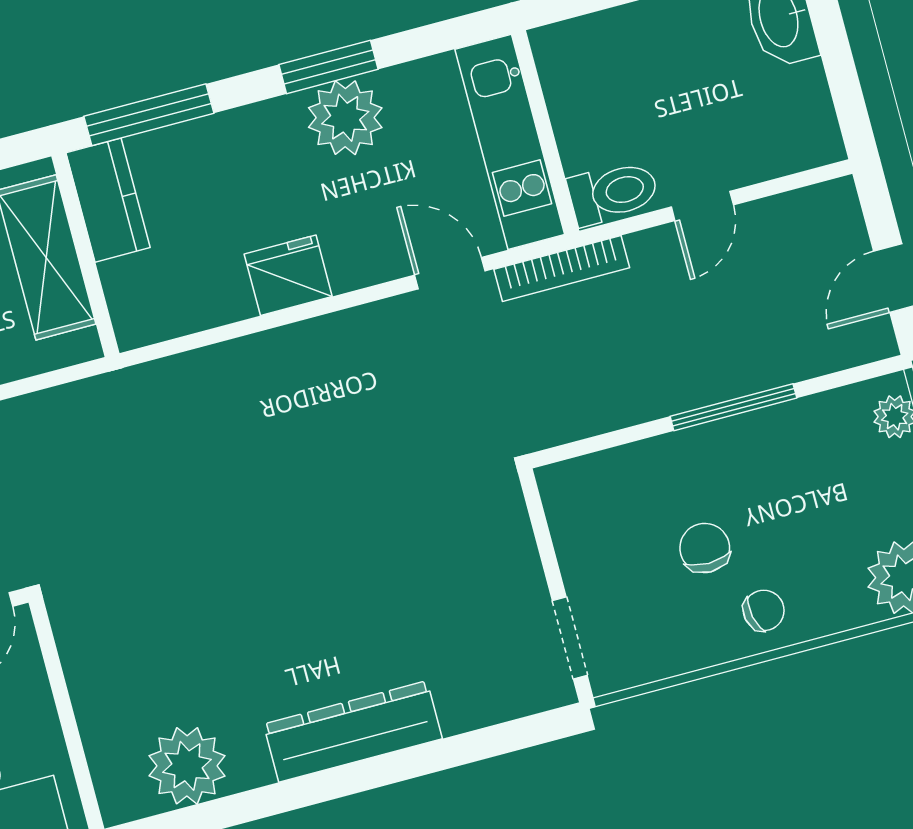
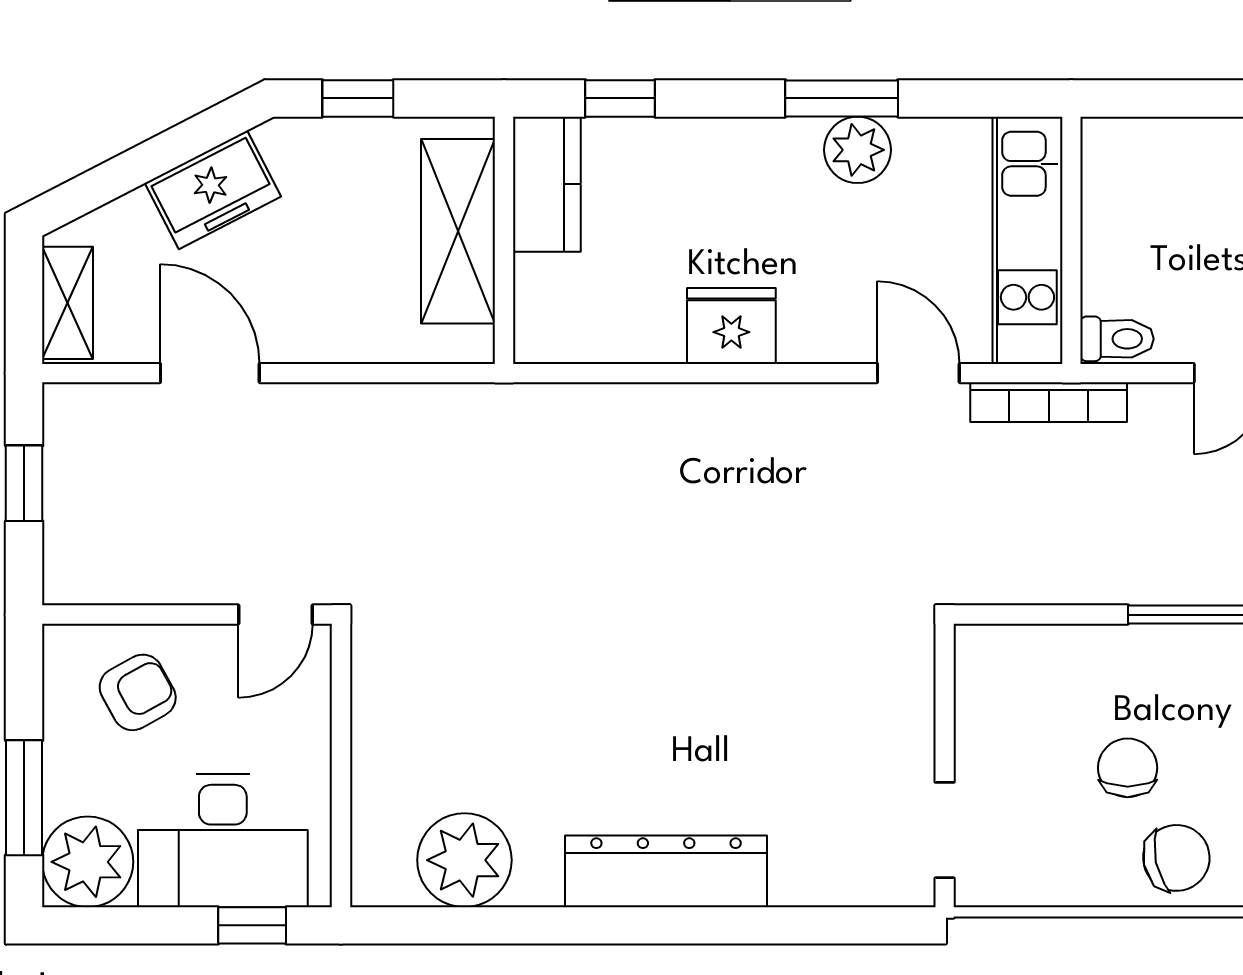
window: (149, 115) -> (620, 98), width x0.46
plant: (345, 118) -> (858, 150), width x0.73, depth x0.73
toilet: (613, 193) -> (1117, 339), width x0.73, depth x0.72
chair: (764, 610) -> (1176, 858), width x1.37, depth x1.37

